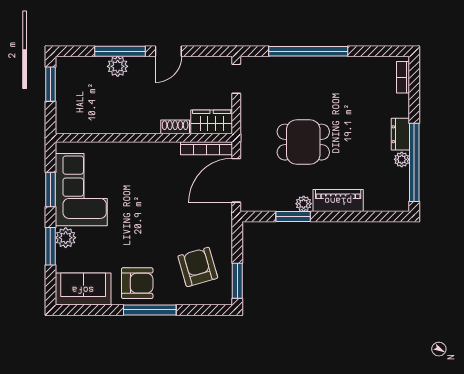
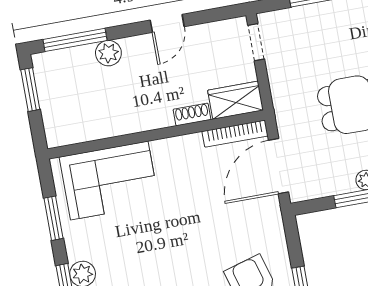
window: (120, 51) -> (75, 40), moved
corner sofa: (81, 190) -> (109, 181), moved, turned 90

